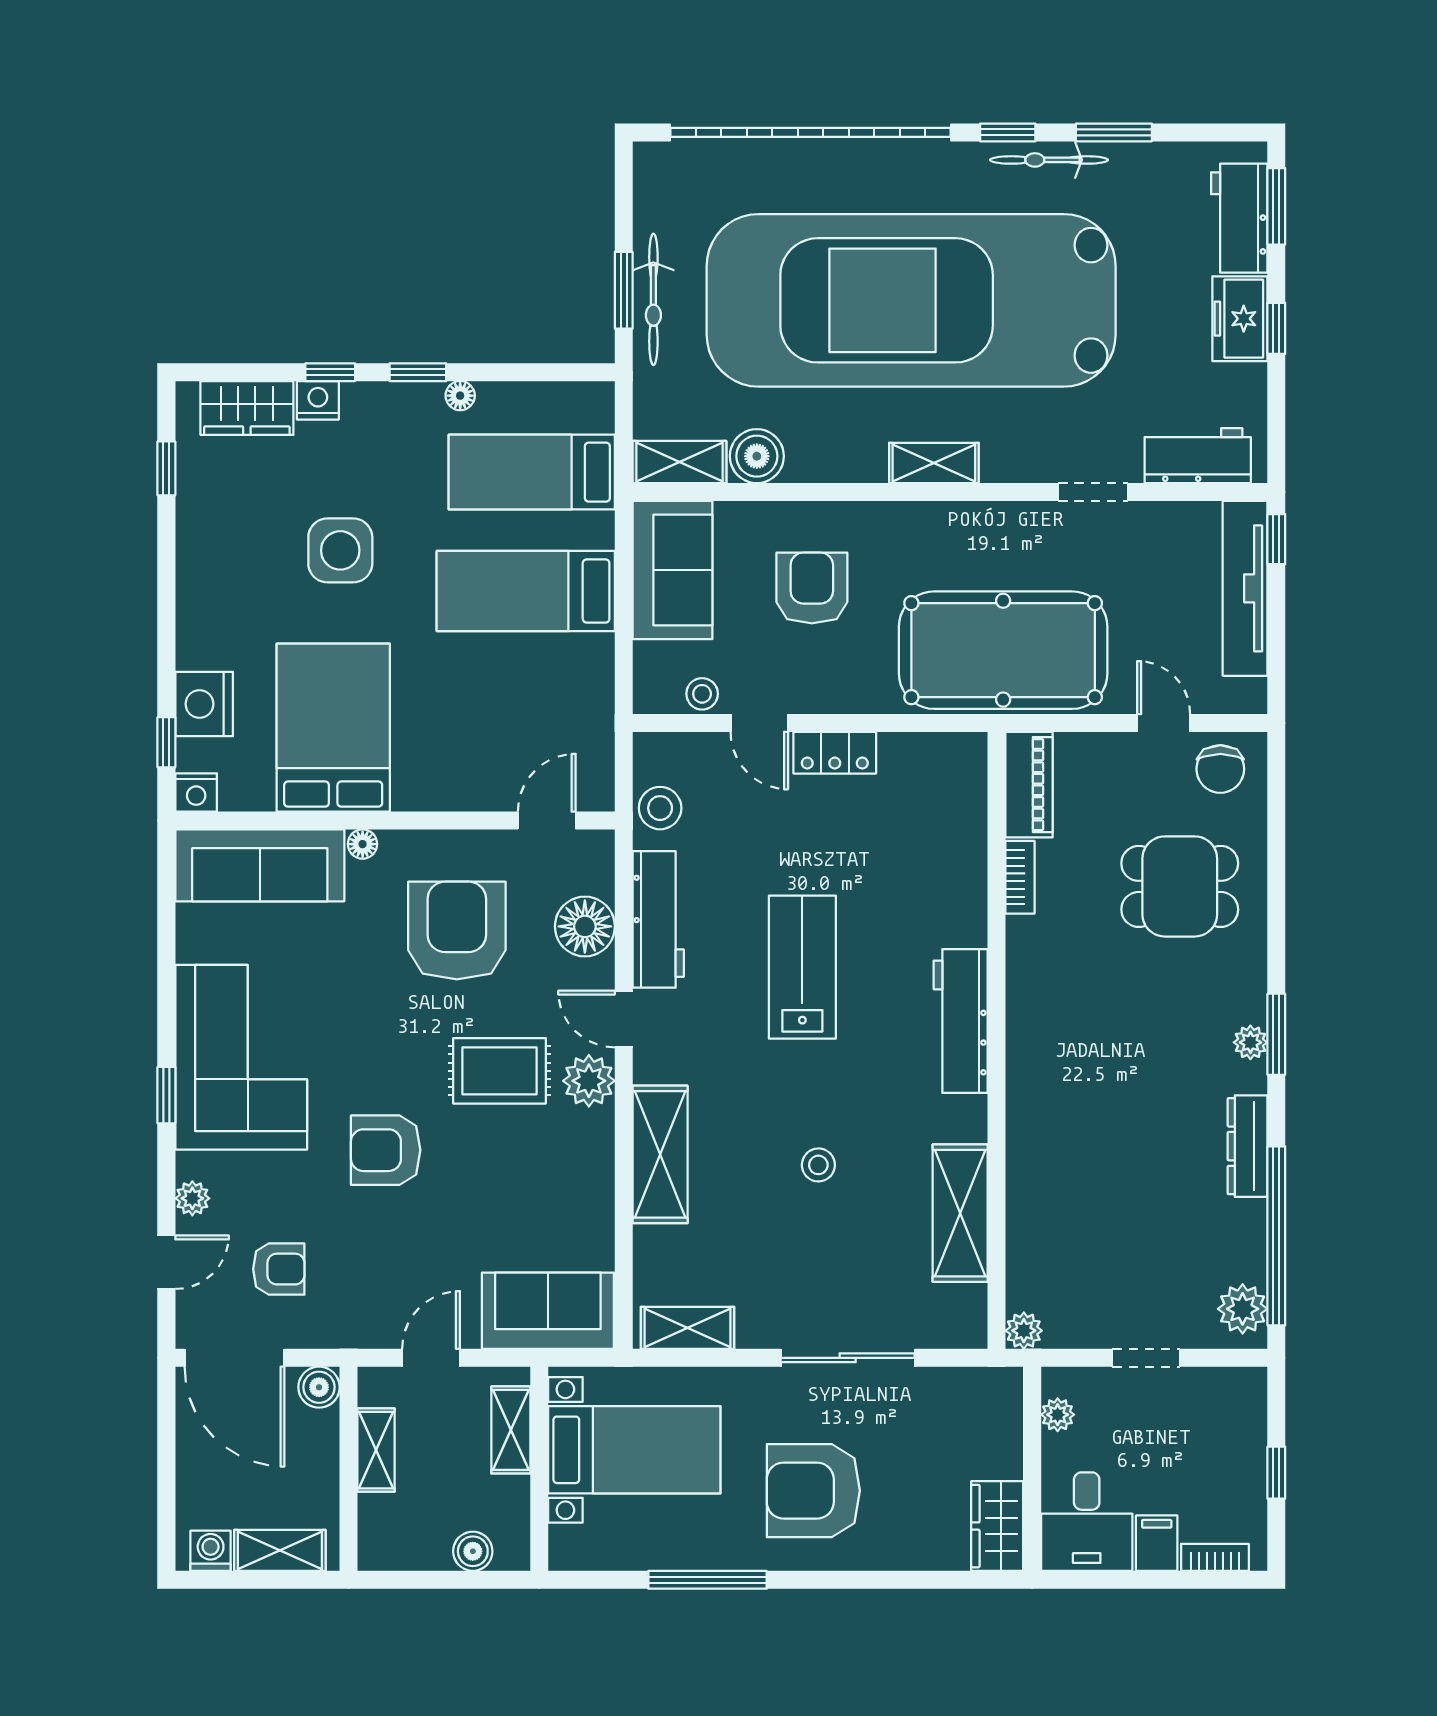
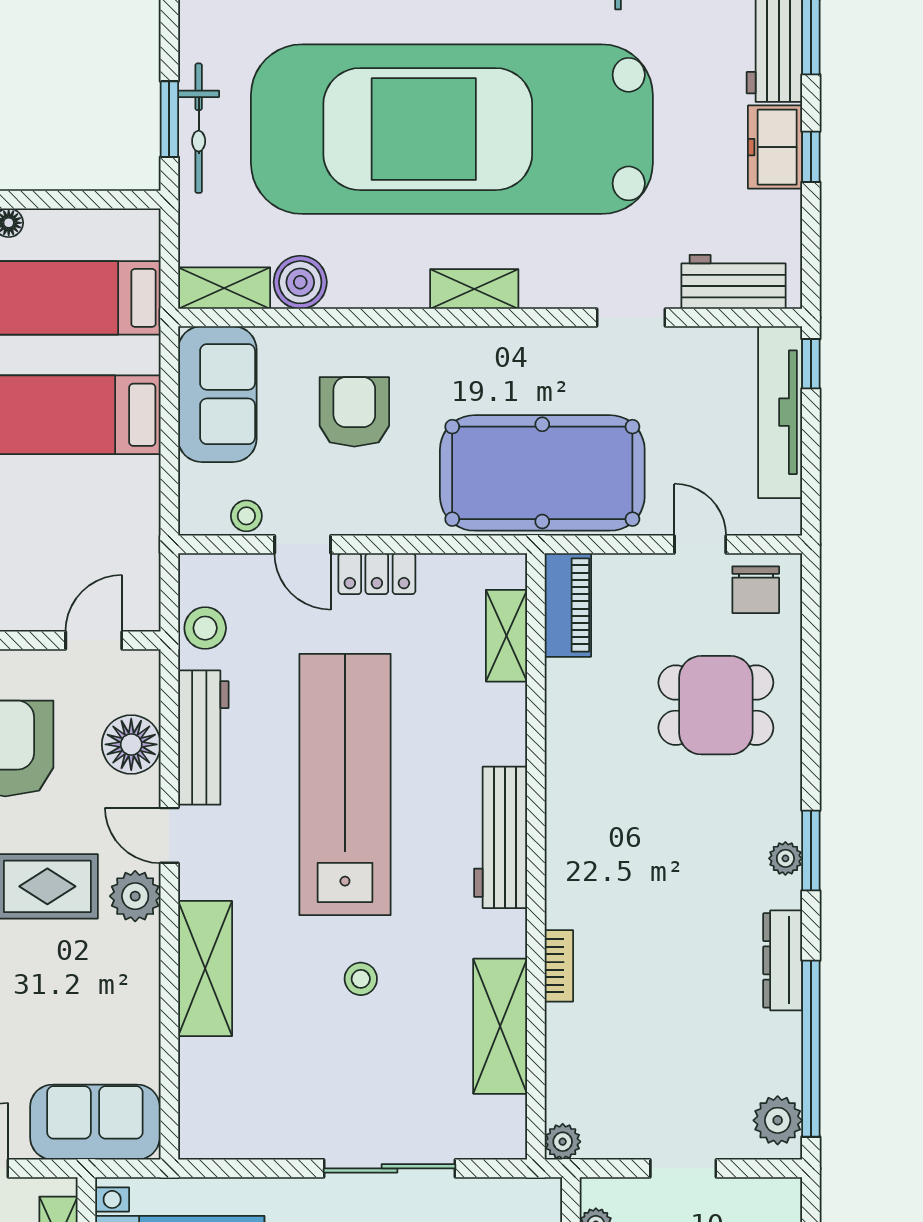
bookcase: (1020, 877) -> (559, 966), moved
lab bench: (802, 967) -> (345, 784), width x1.86, depth x1.39
shelving: (687, 1328) -> (507, 636), moved, turned 90

